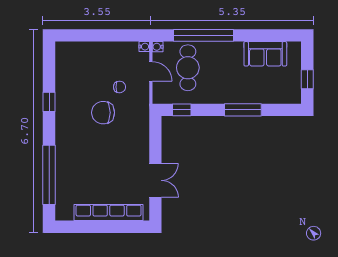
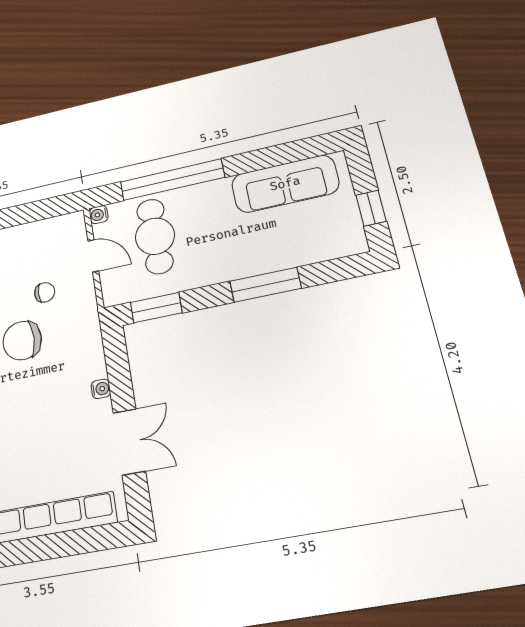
water cooler: (144, 47) -> (101, 389), moved
sofa: (265, 54) -> (285, 184), width x1.36
window: (182, 110) -> (156, 308), width x1.50

